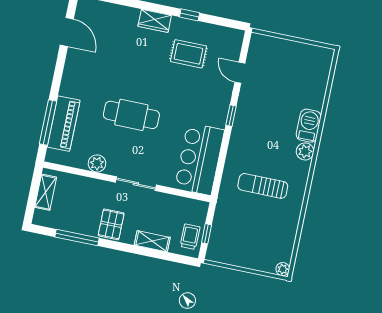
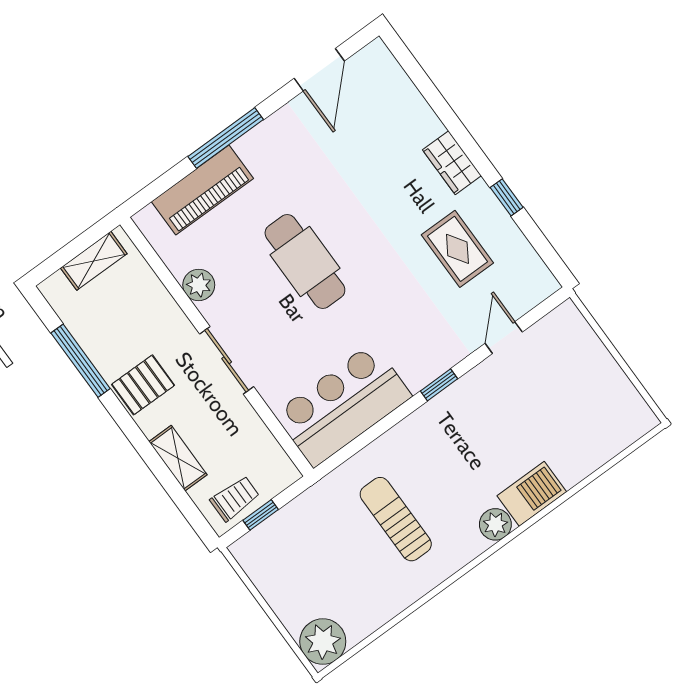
window: (48, 122) -> (226, 138), moved
plant: (283, 269) -> (323, 642), width x1.87, depth x1.87

